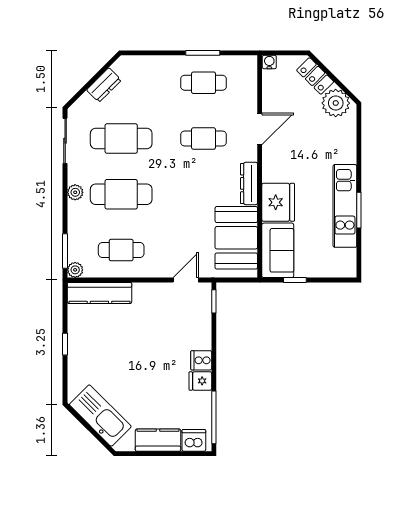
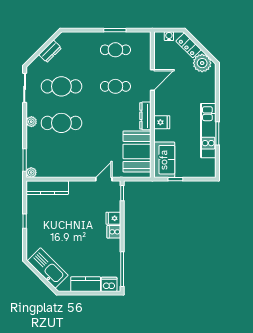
water cooler: (269, 62) -> (169, 36), moved
fridge: (278, 202) -> (162, 122), width x0.53, depth x0.75
cafe table: (121, 250) -> (61, 160), removed
fridge: (200, 381) -> (113, 218), moved

